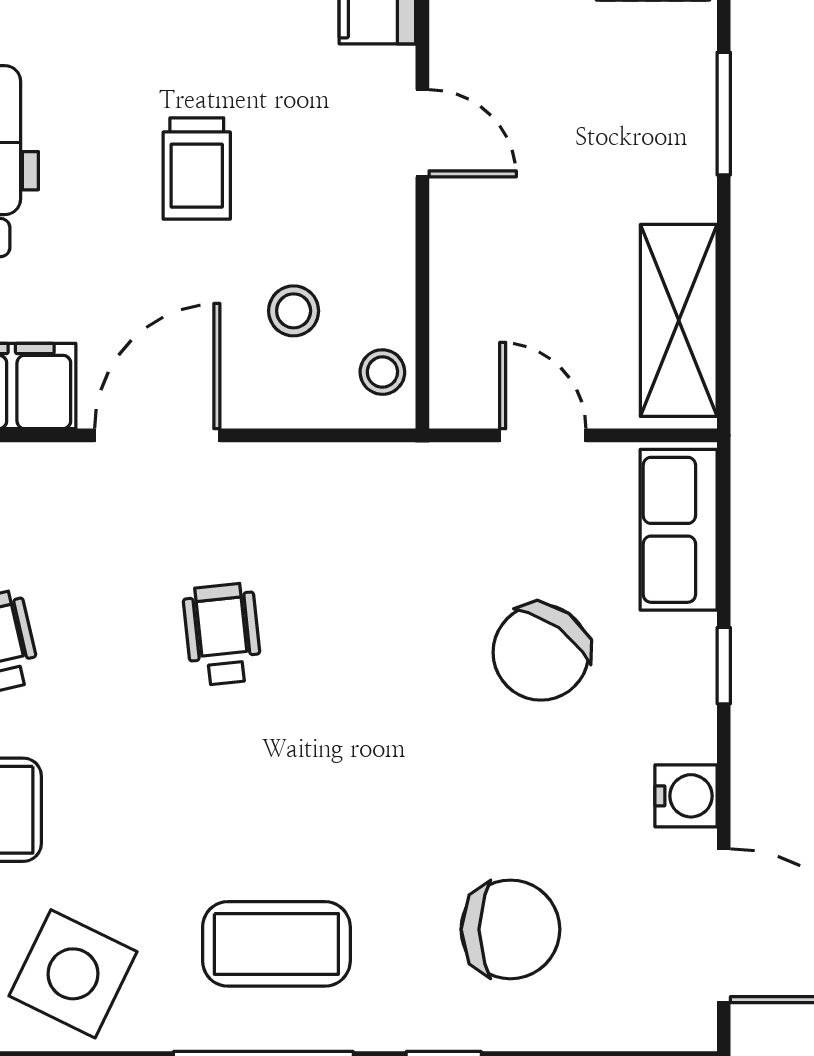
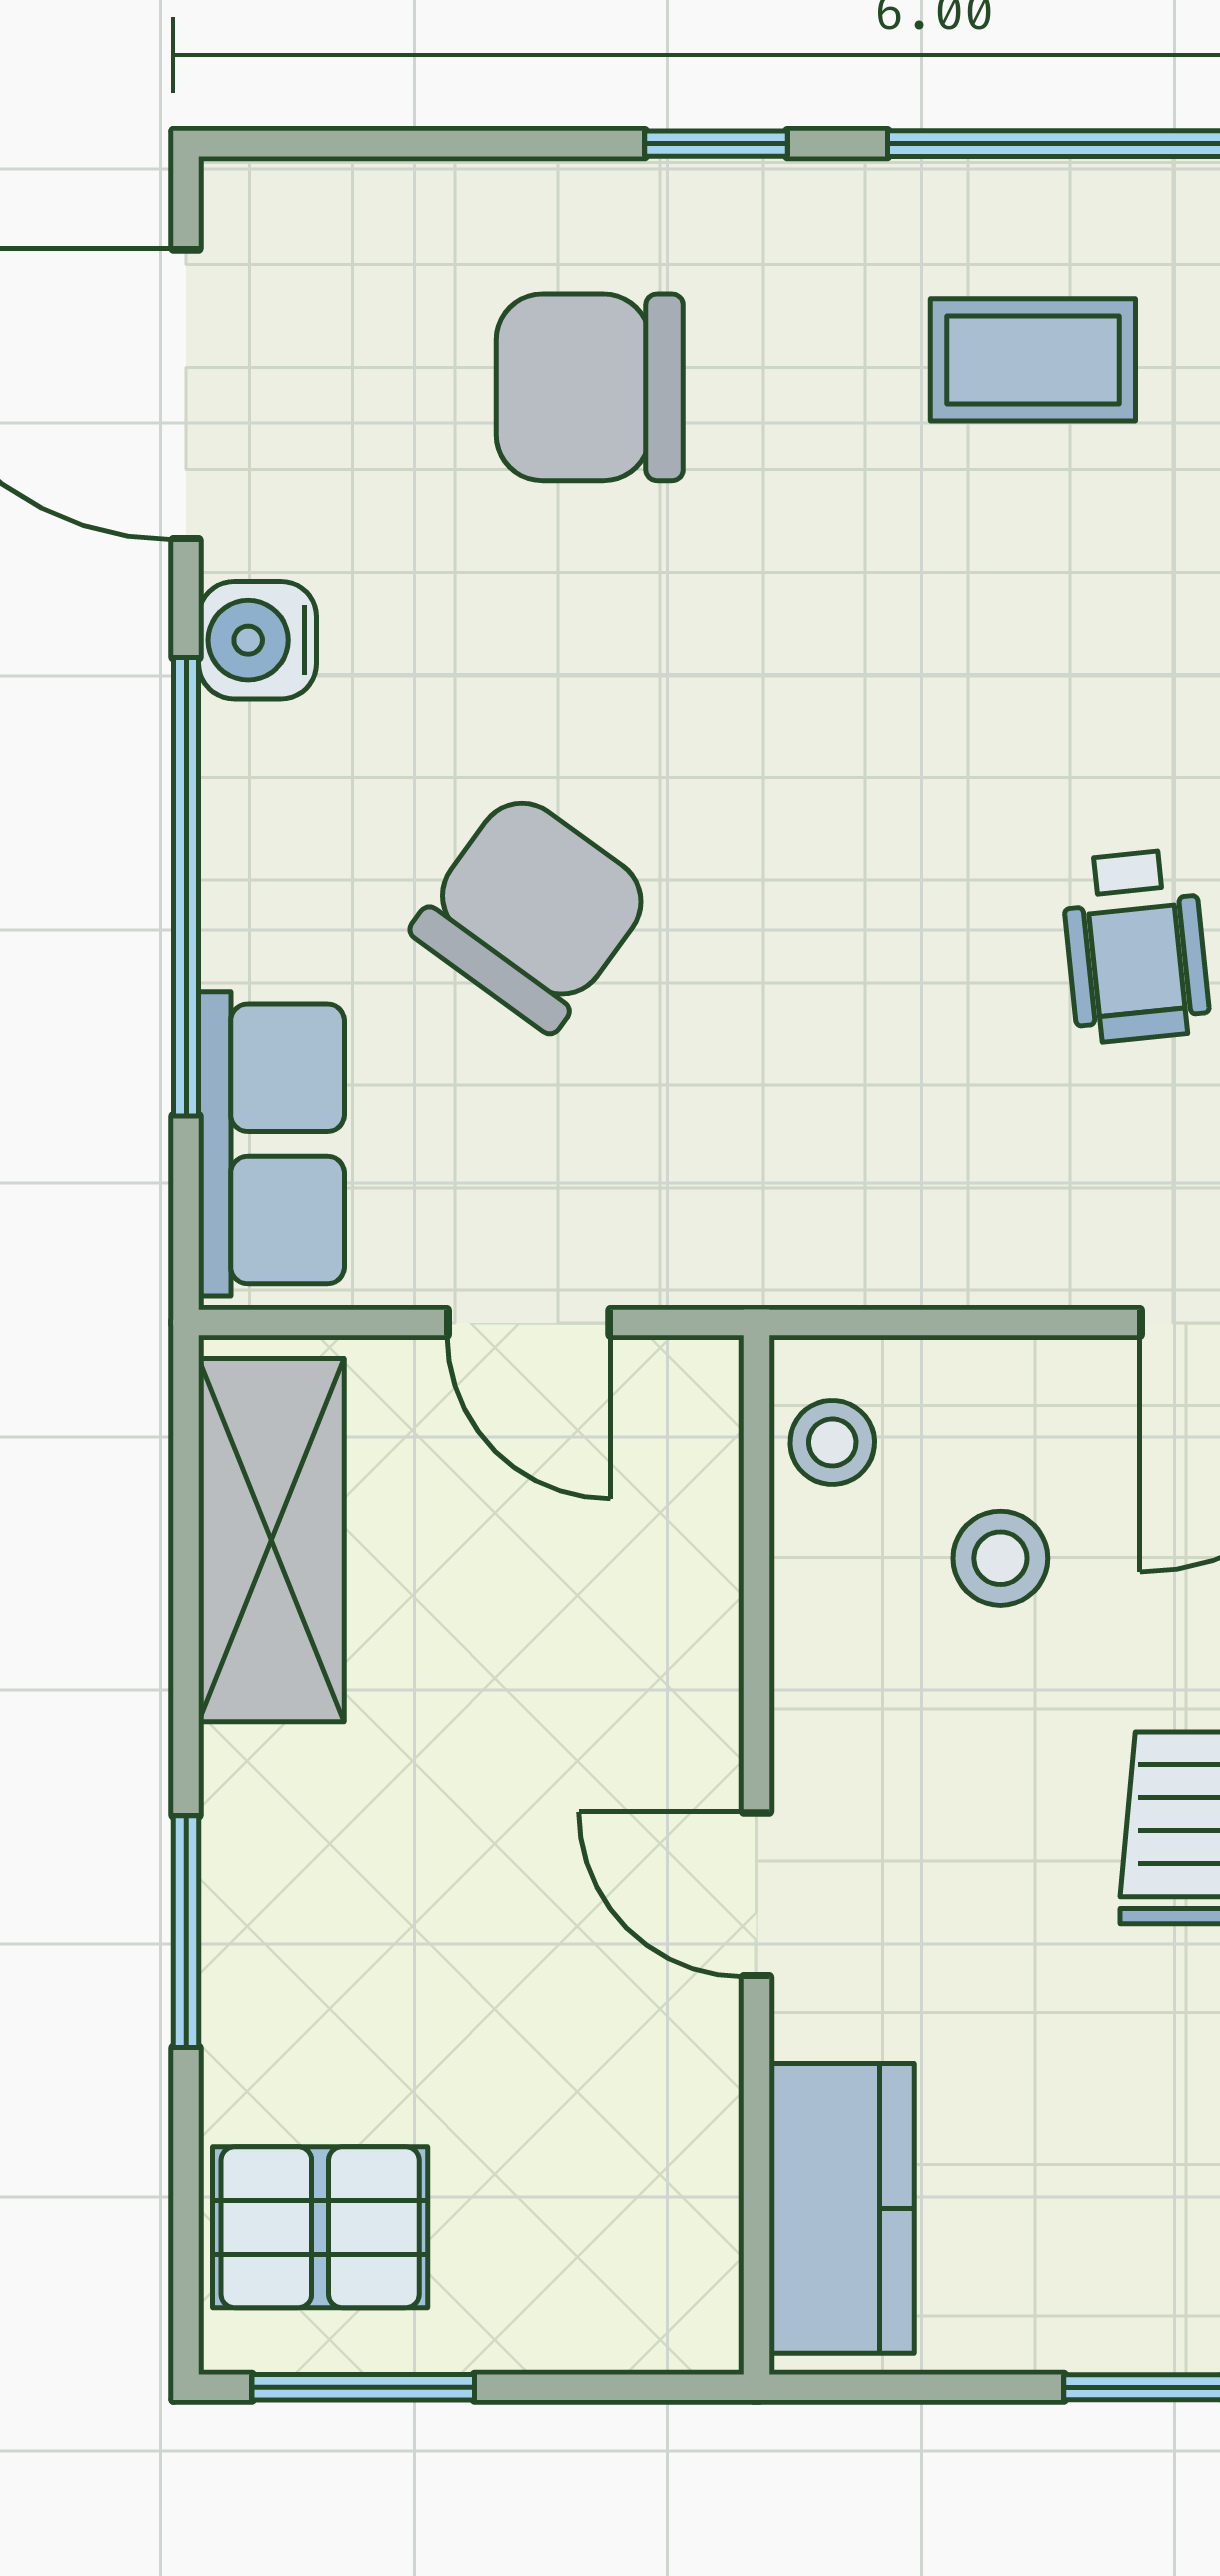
window: (724, 666) -> (186, 887), width x3.17
coffee table: (276, 944) -> (1033, 360), width x0.73, depth x0.77

